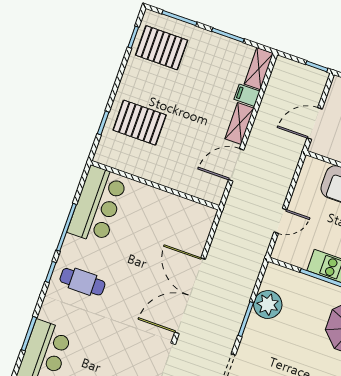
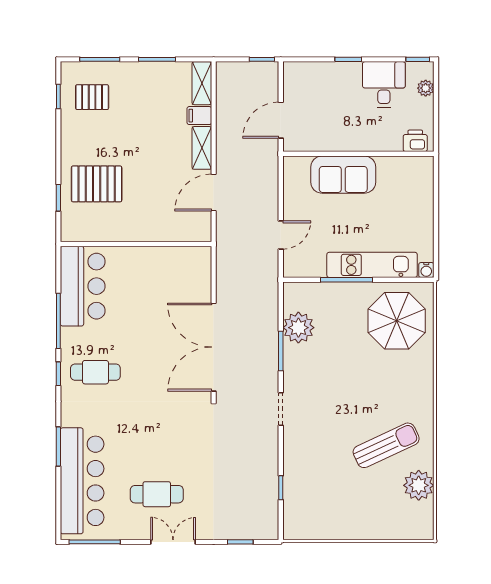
pallet: (162, 48) -> (92, 97), width x0.67, depth x0.71

